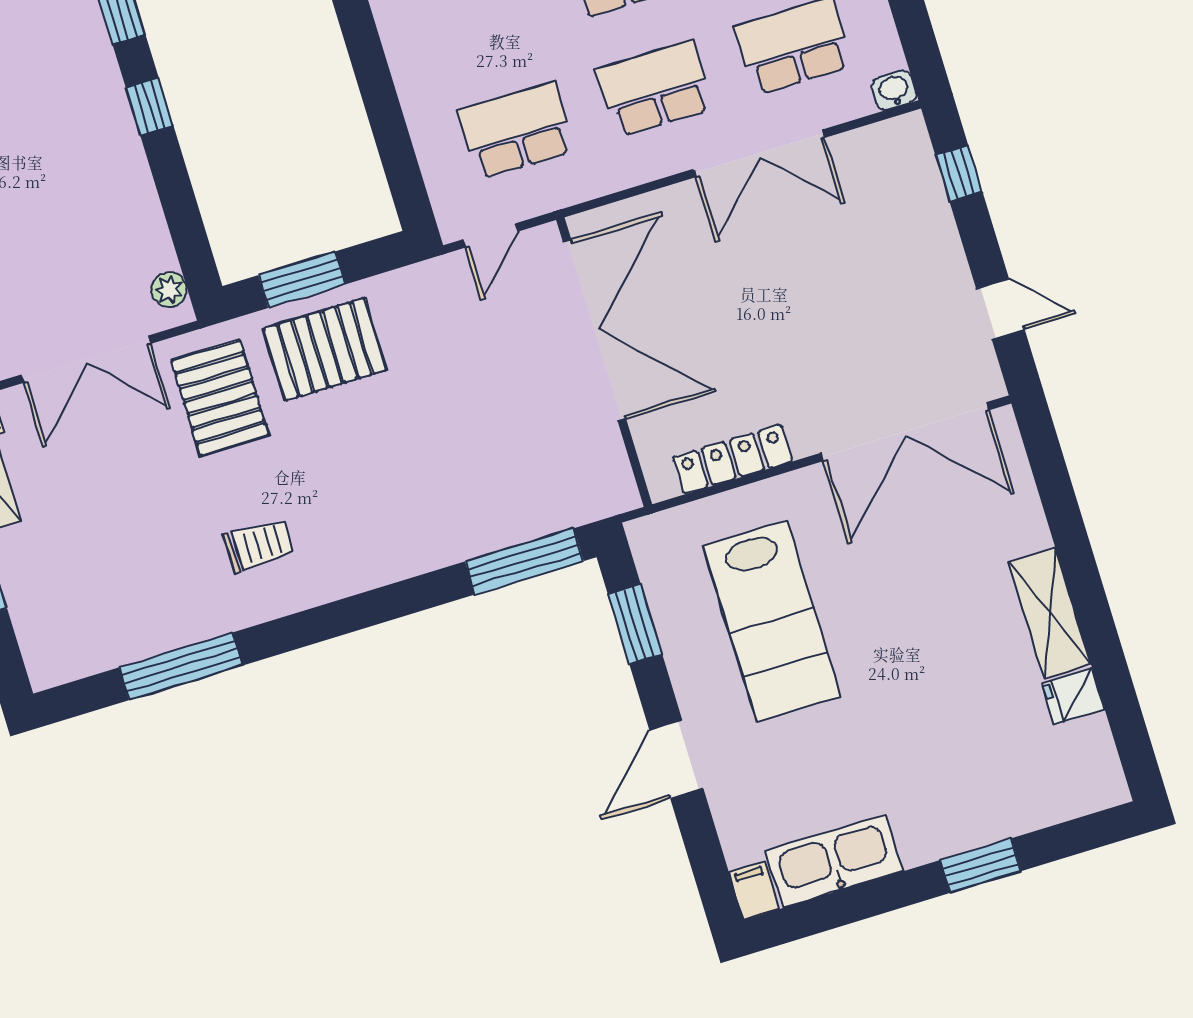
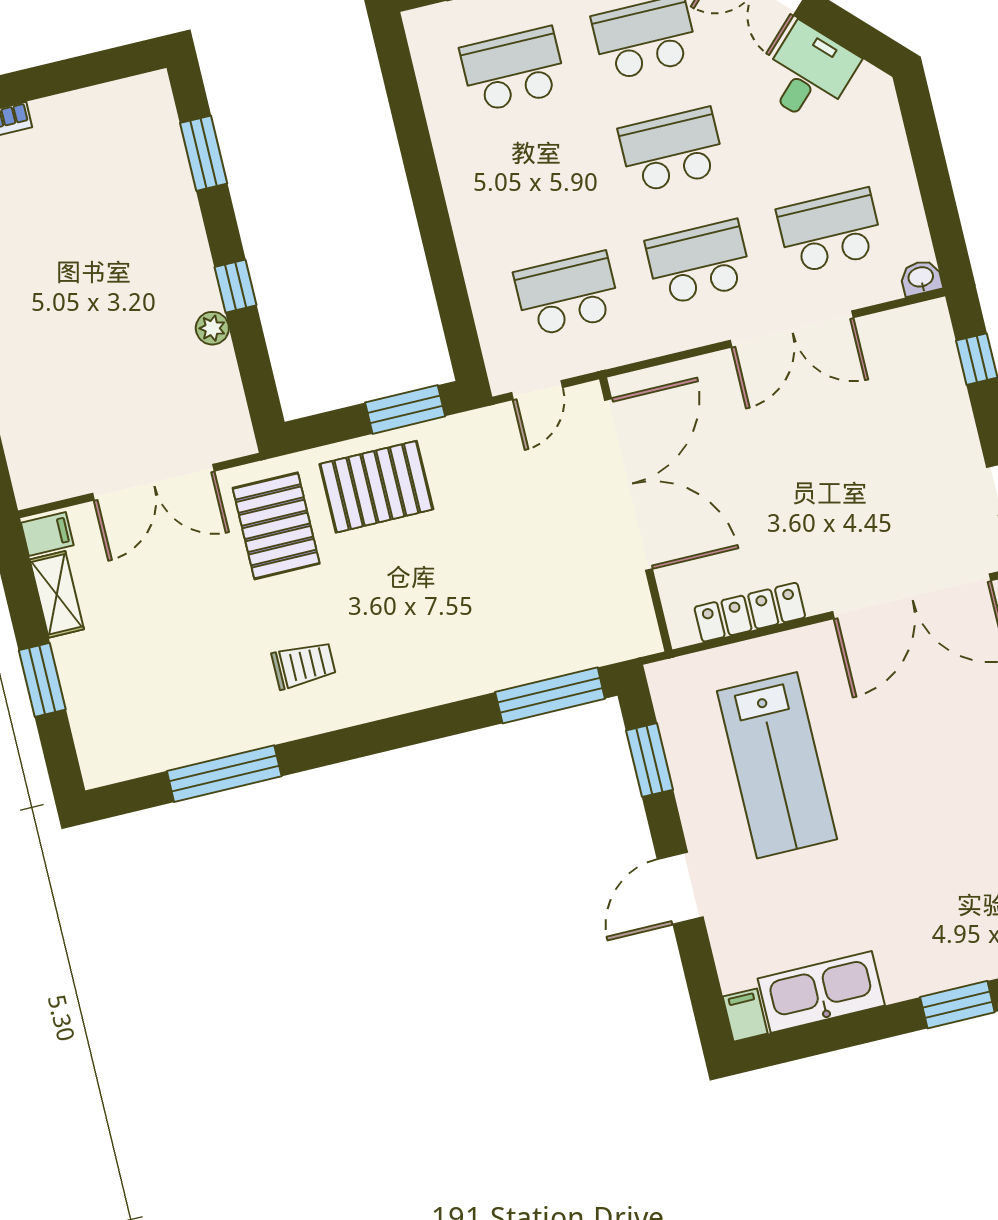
window: (150, 107) -> (236, 286), moved
window: (302, 280) -> (405, 409), moved
plant: (169, 290) -> (212, 328), moved

